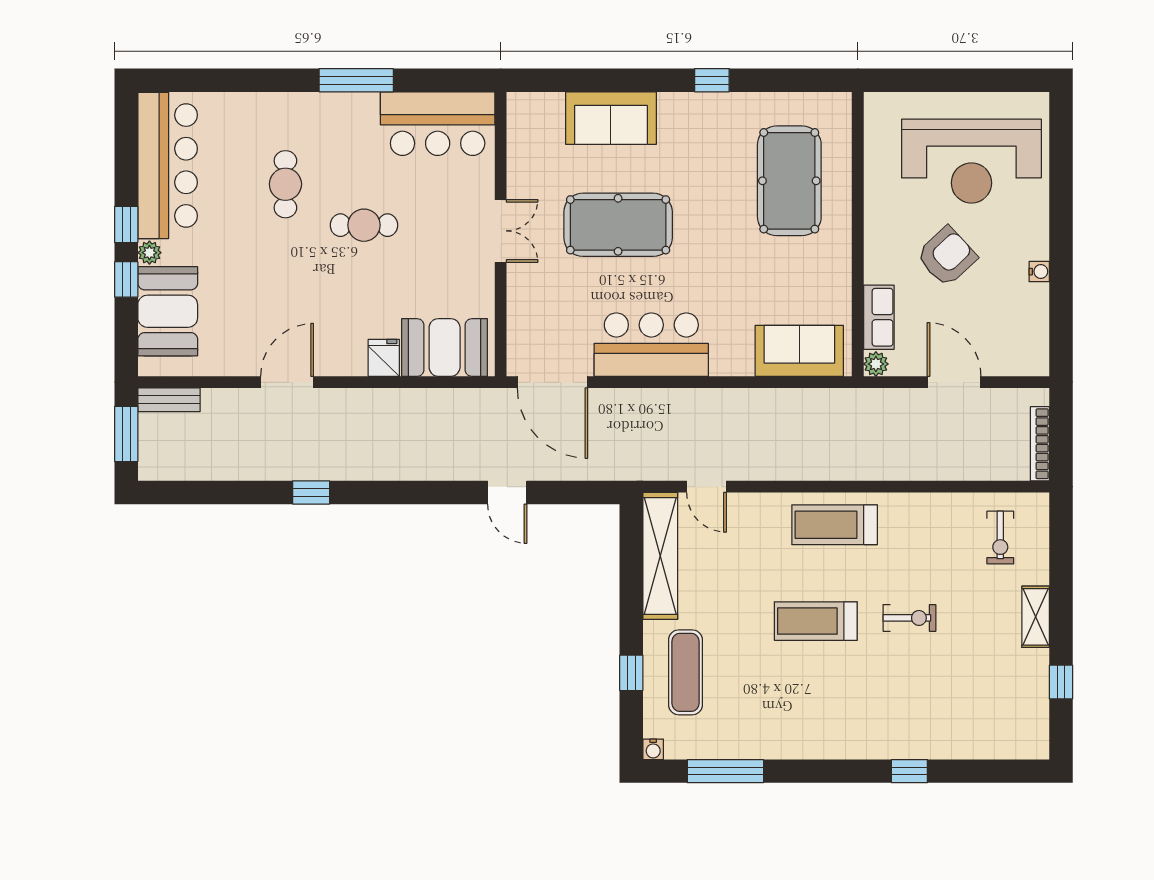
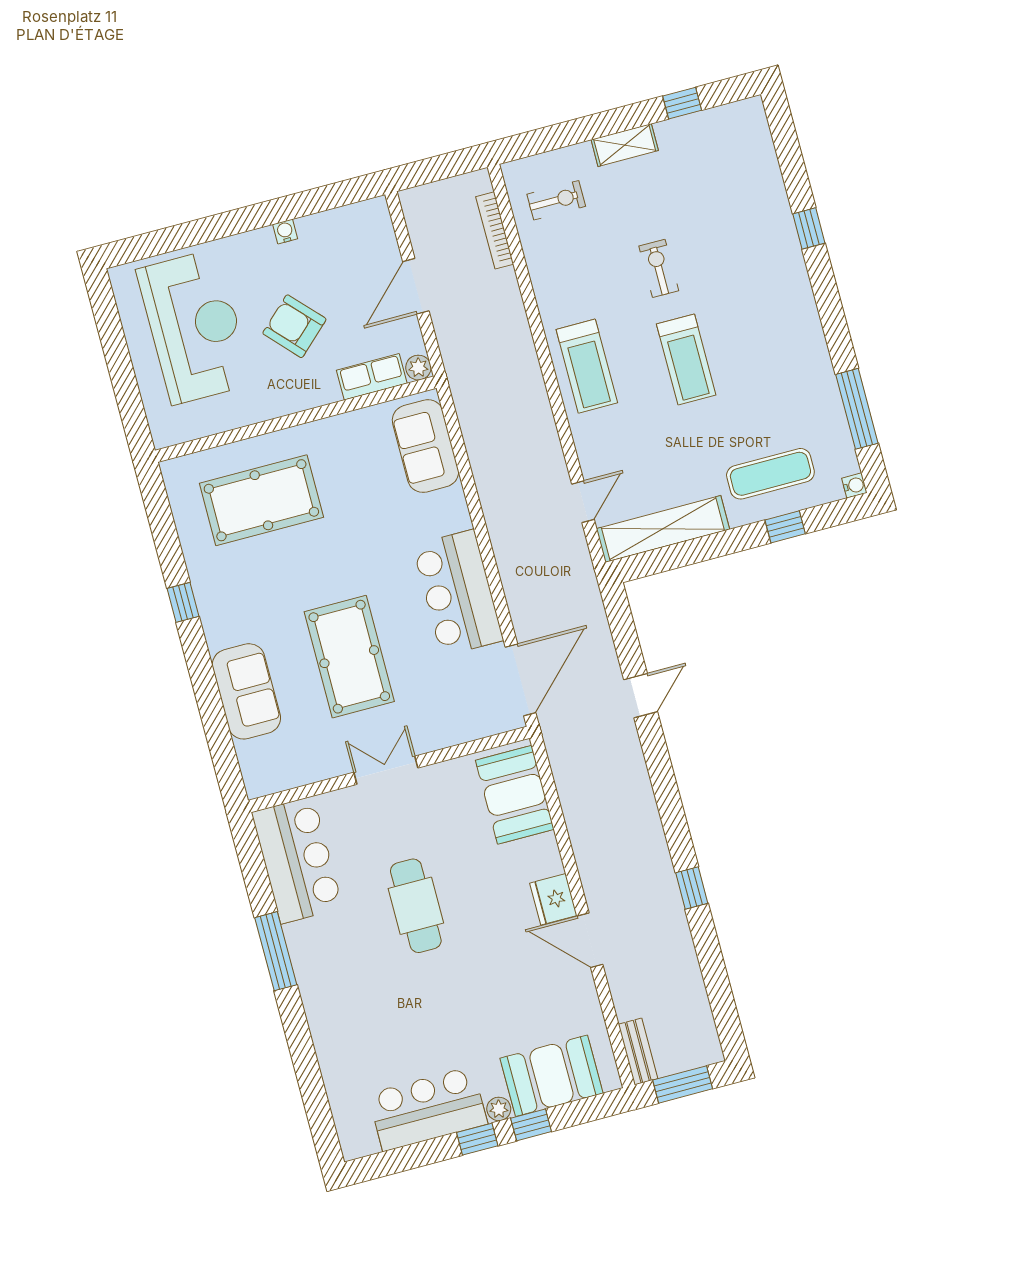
bar counter: (168, 166) -> (428, 1109), width x0.73
cafe table: (285, 184) -> (396, 993), removed
cafe table: (364, 225) -> (416, 906), width x1.37, depth x1.35
fridge: (384, 358) -> (553, 899), moved, width x1.38
bookcase: (1040, 444) -> (495, 230), moved, turned 90

